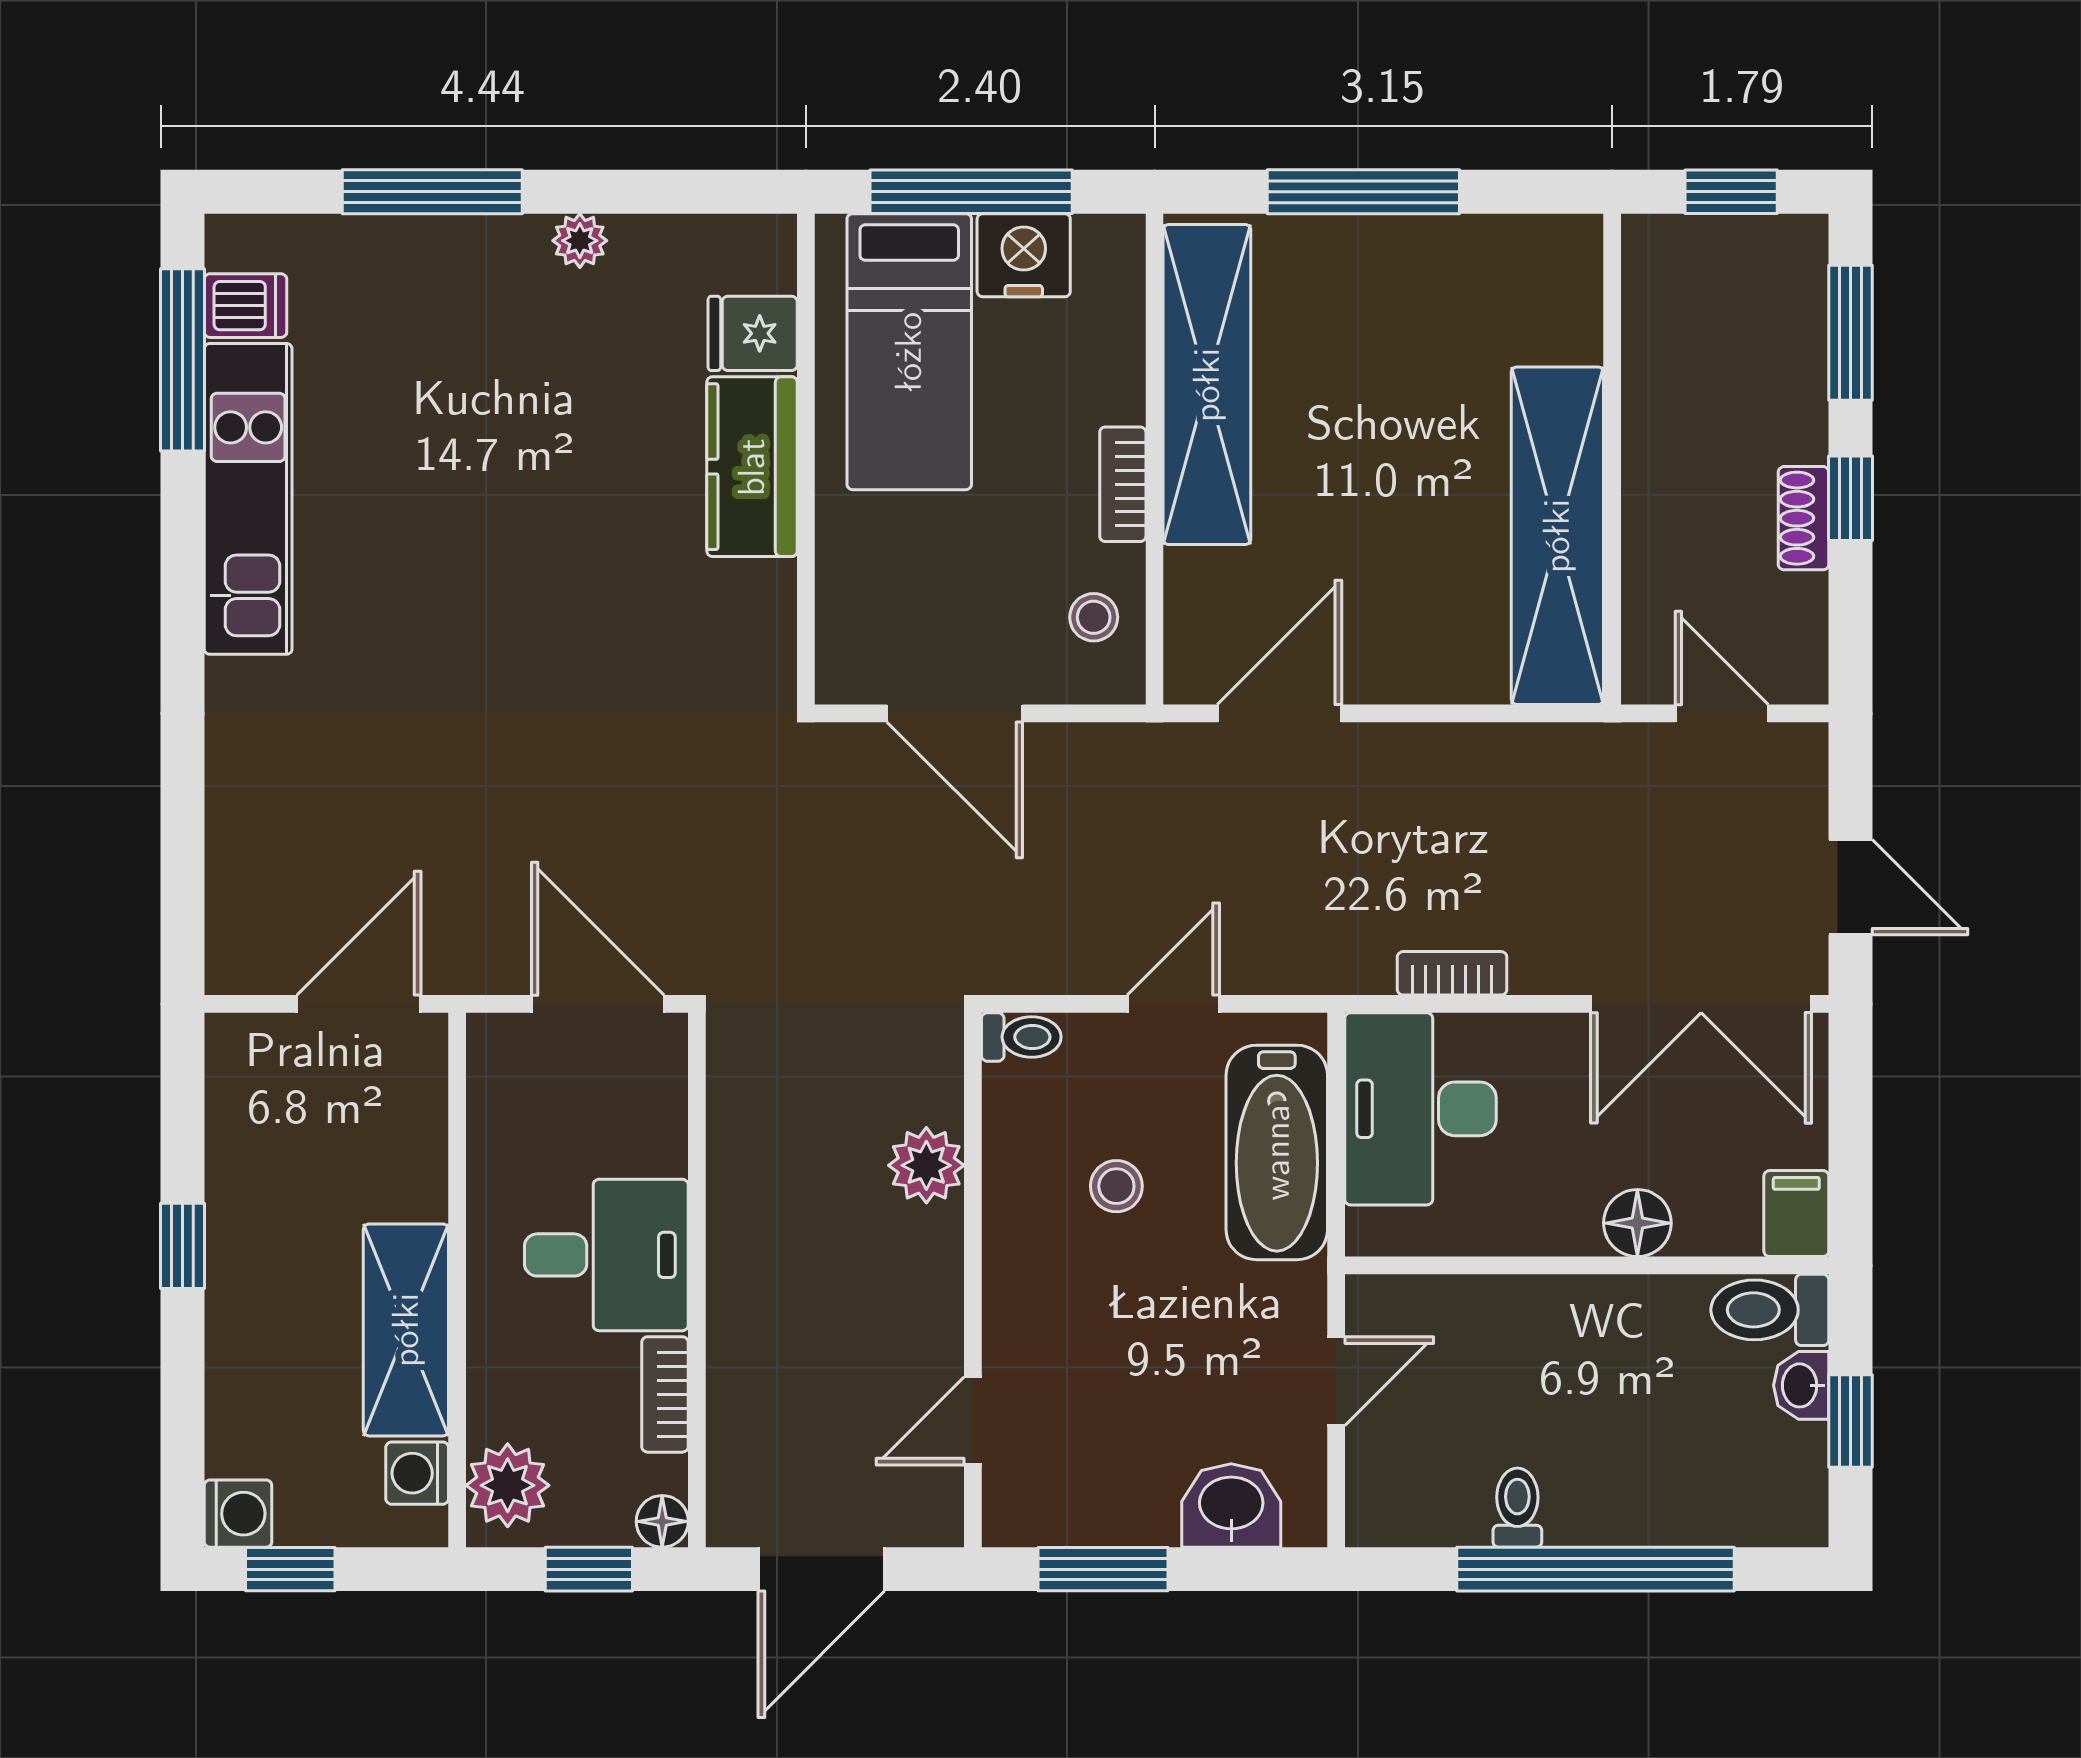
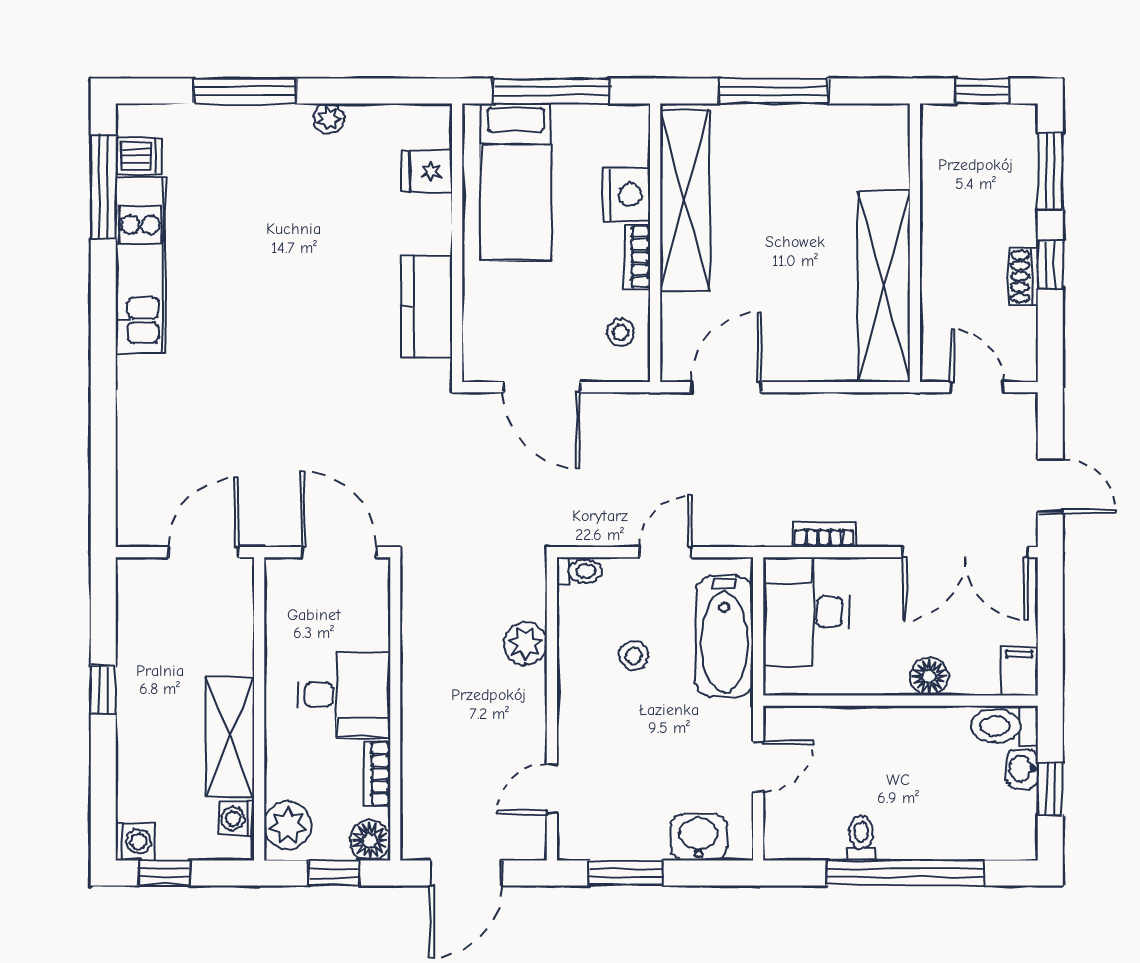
nightstand: (1024, 255) -> (626, 195), moved, turned 90
kitchen counter: (752, 467) -> (427, 306), moved
floor lamp: (662, 1521) -> (370, 840), width x1.37, depth x1.37

